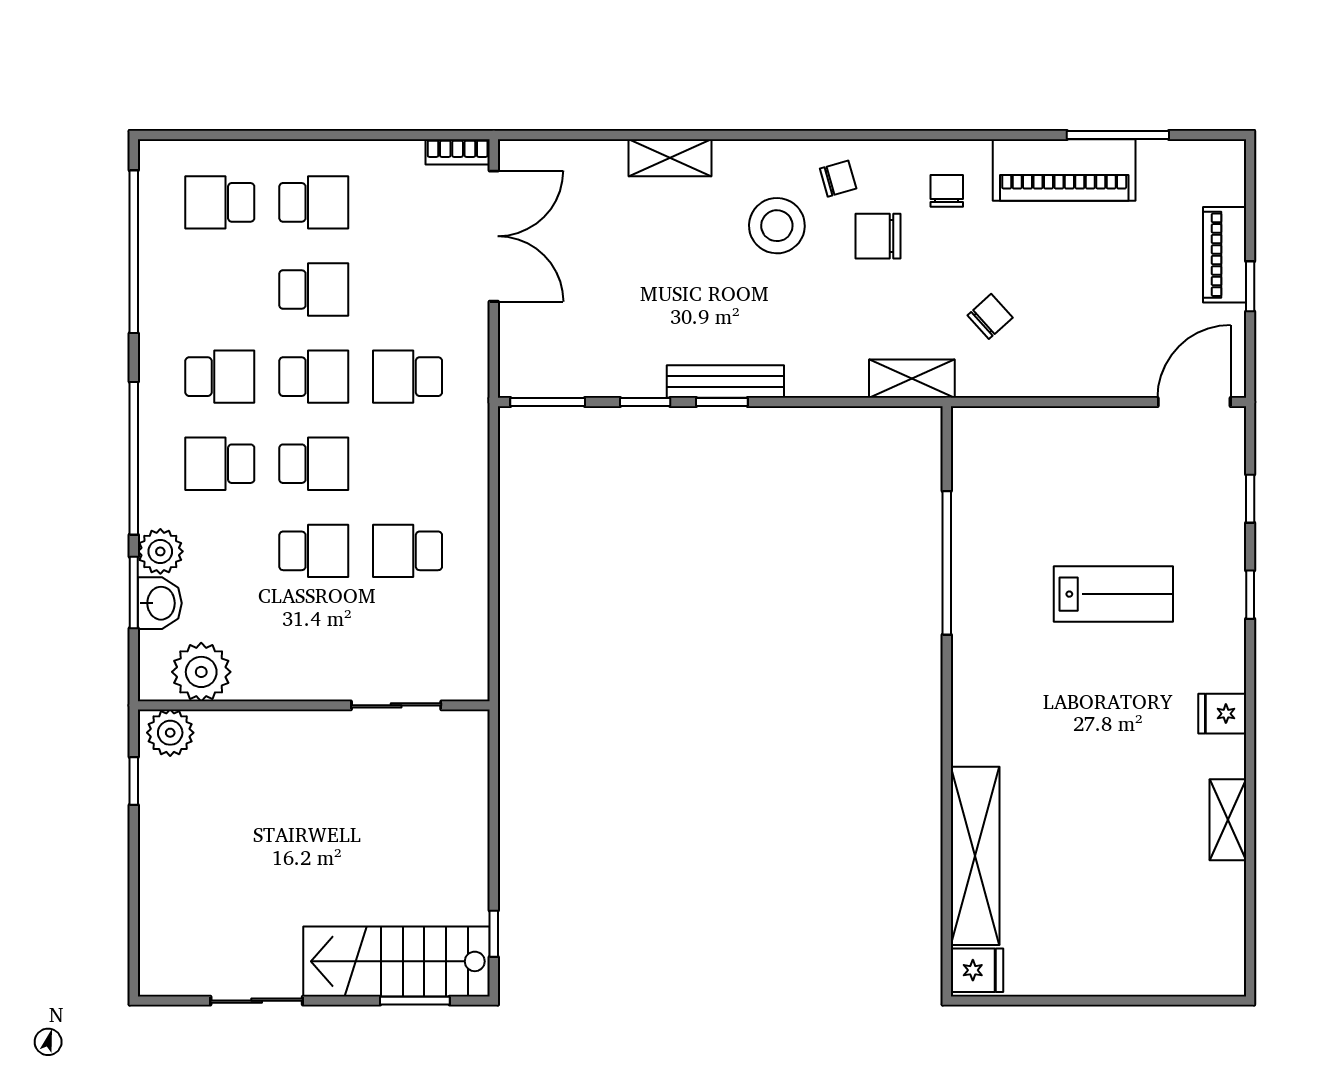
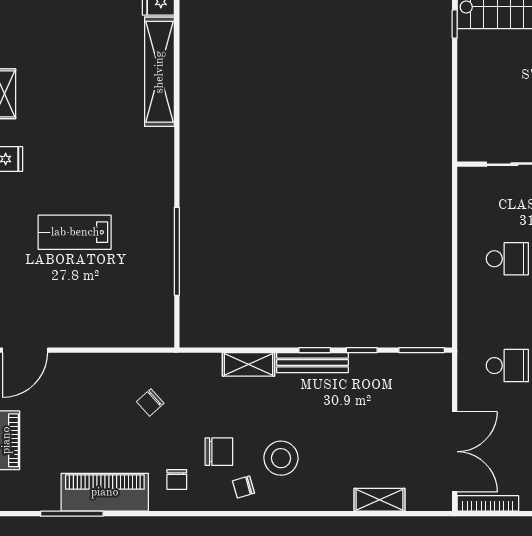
bookcase: (458, 152) -> (488, 503), width x1.56
shelving: (670, 158) -> (379, 500), moved
double door: (494, 236) -> (455, 452), swing flipped
shelving: (912, 379) -> (248, 364), moved

